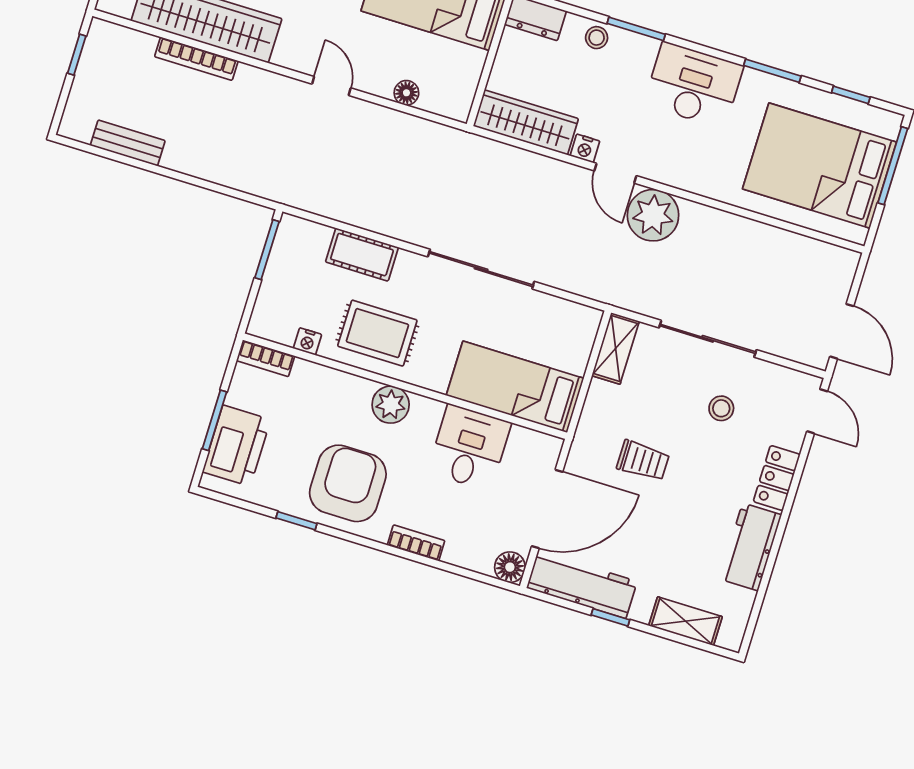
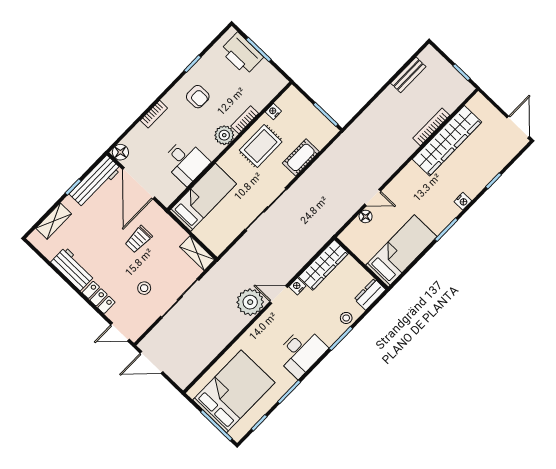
door: (331, 86) -> (373, 198), moved
bookcase: (266, 358) -> (245, 120), moved
armchair: (348, 483) -> (198, 97), width x0.53, depth x0.53

